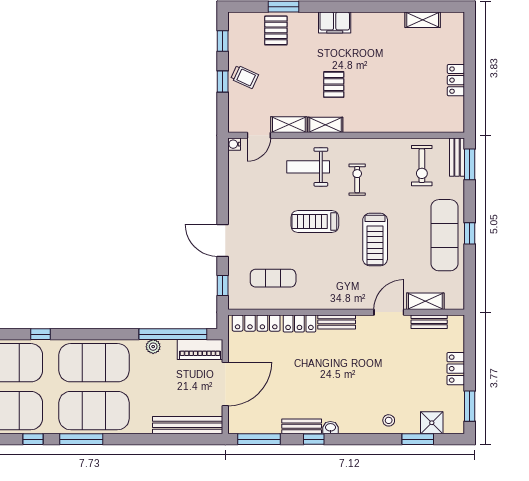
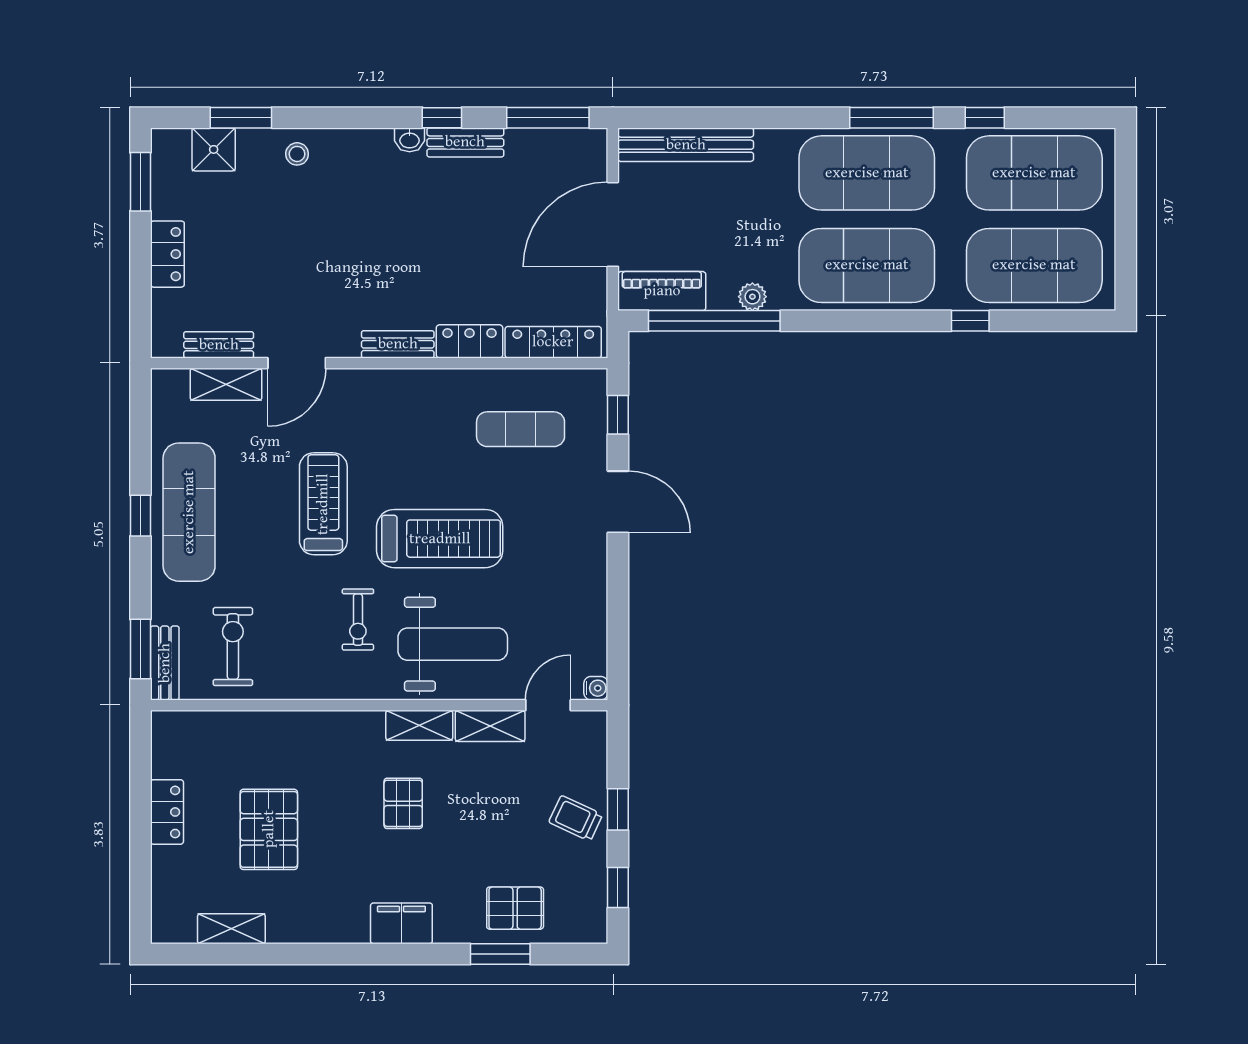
pallet: (276, 30) -> (515, 908), turned 90
pallet: (403, 71) -> (269, 829), added
weight bench: (308, 167) -> (453, 644), width x1.36, depth x1.33
treadmill: (315, 221) -> (440, 539), width x1.37, depth x1.38

